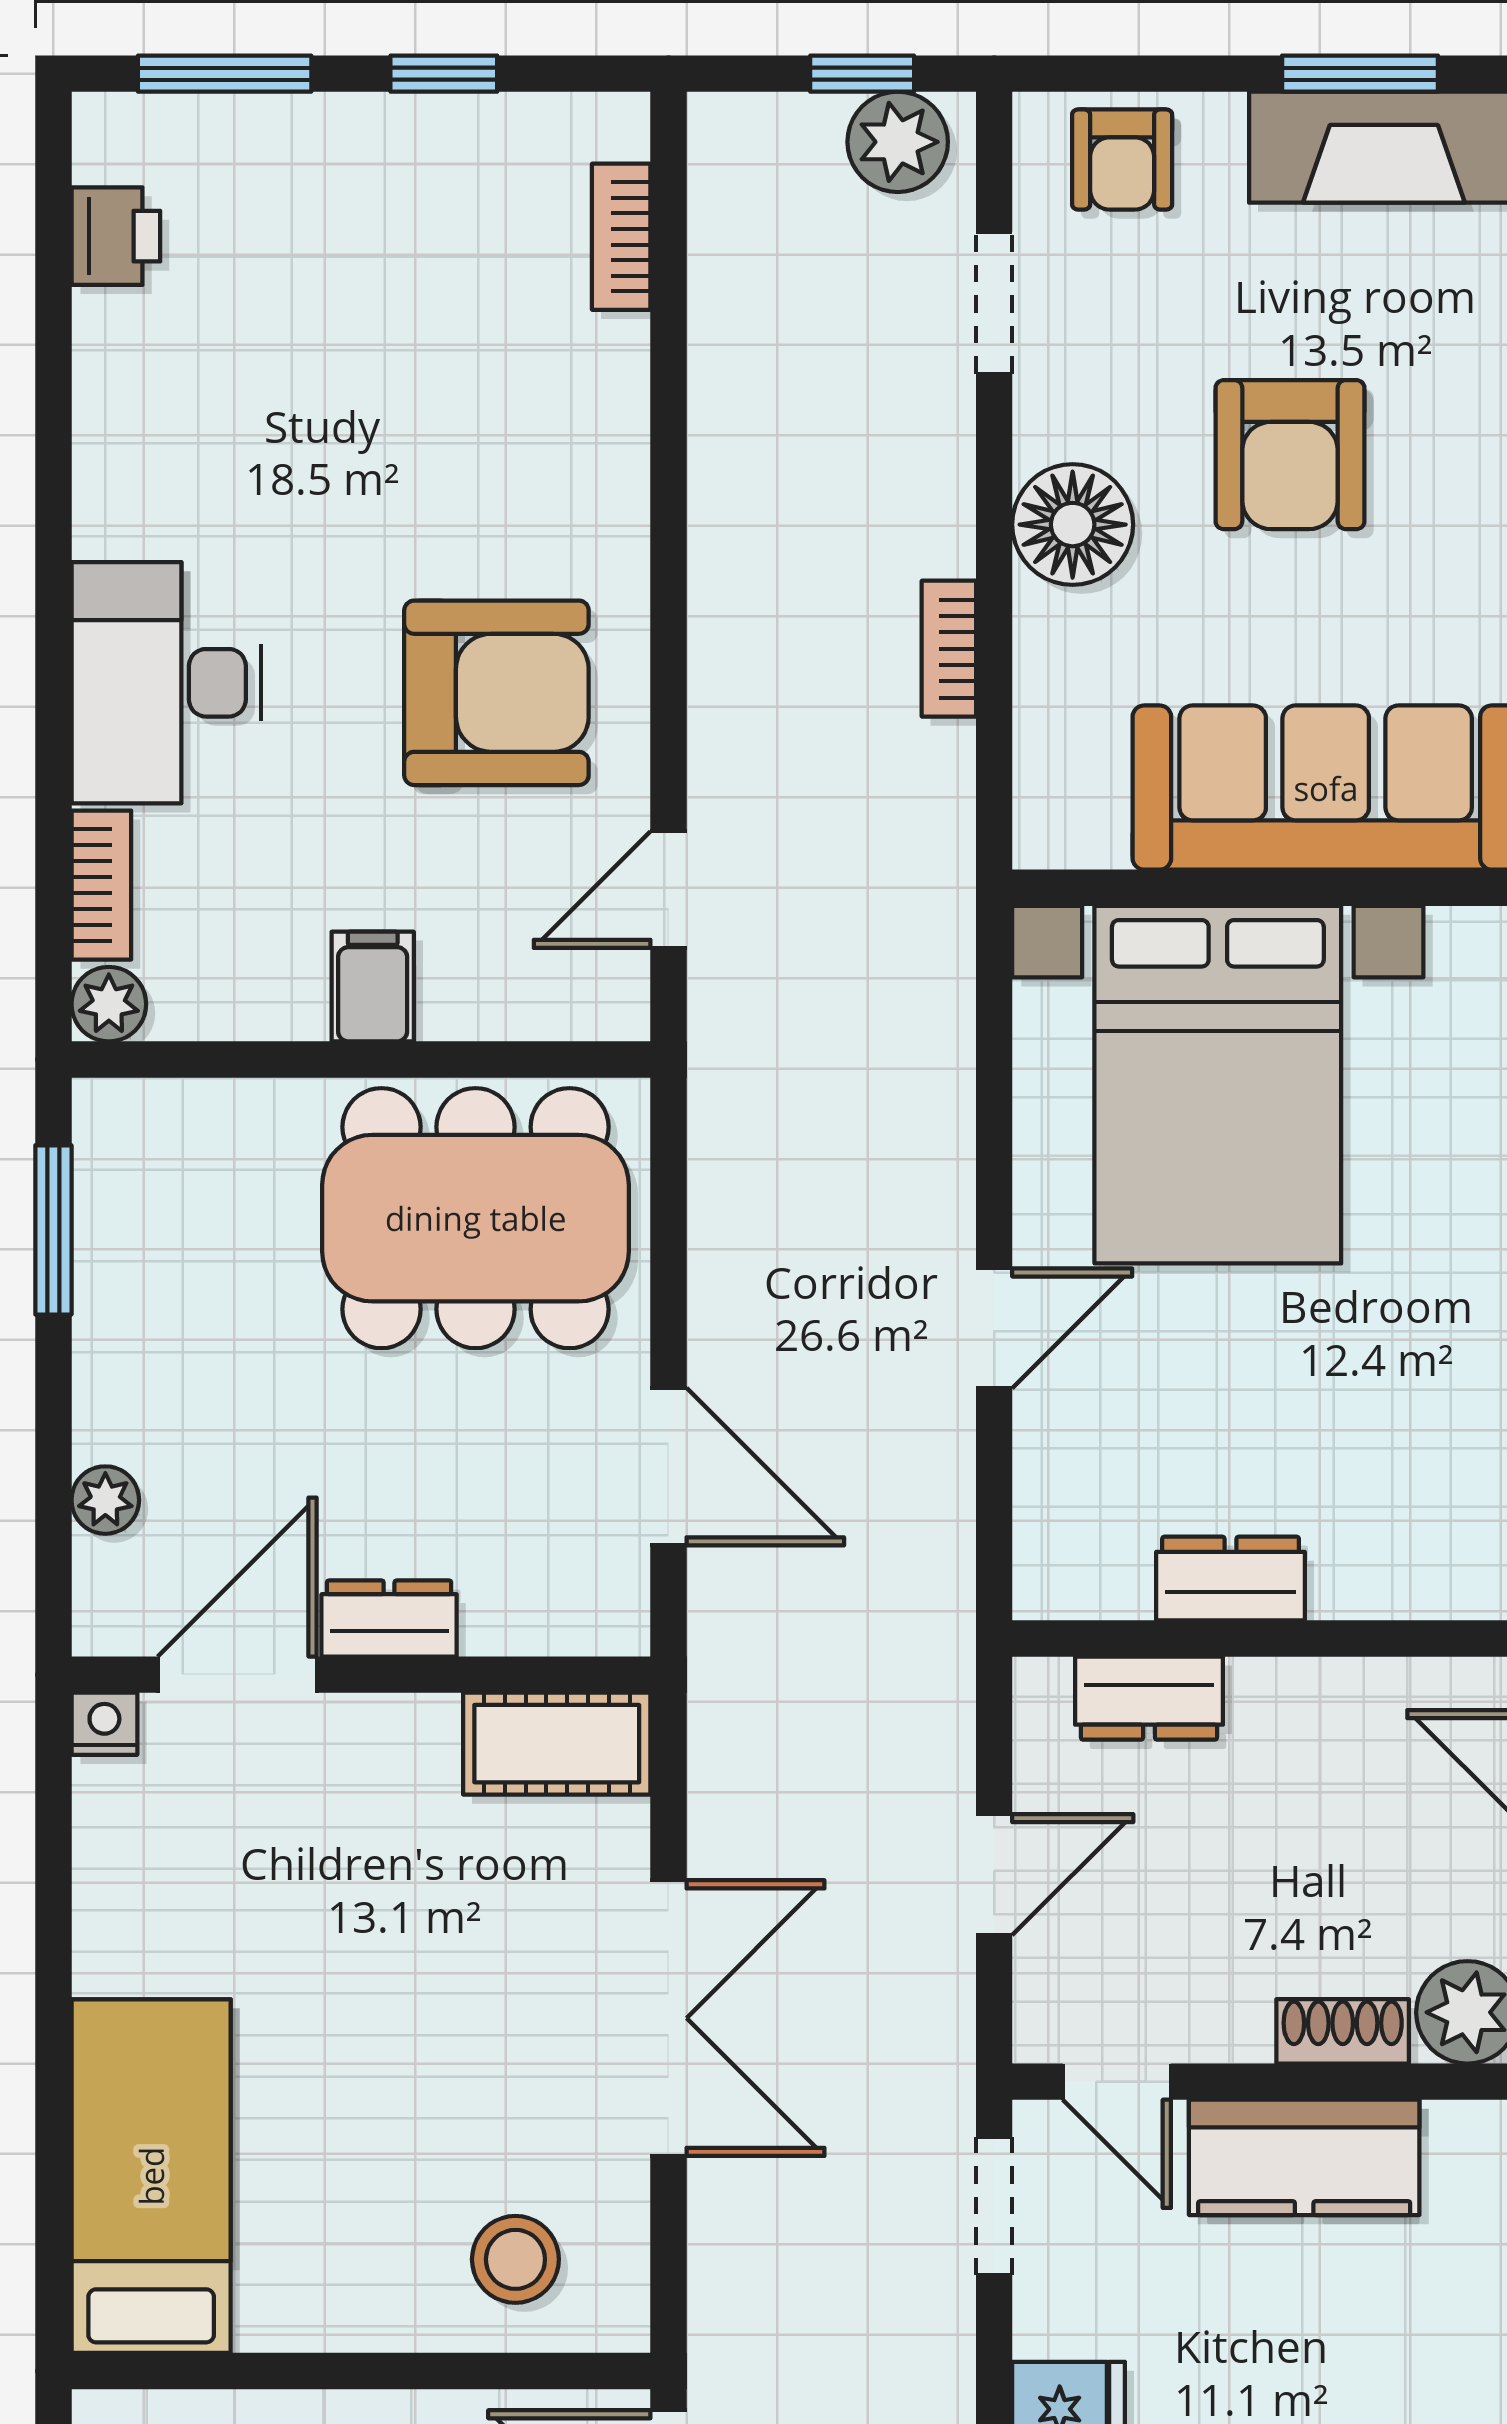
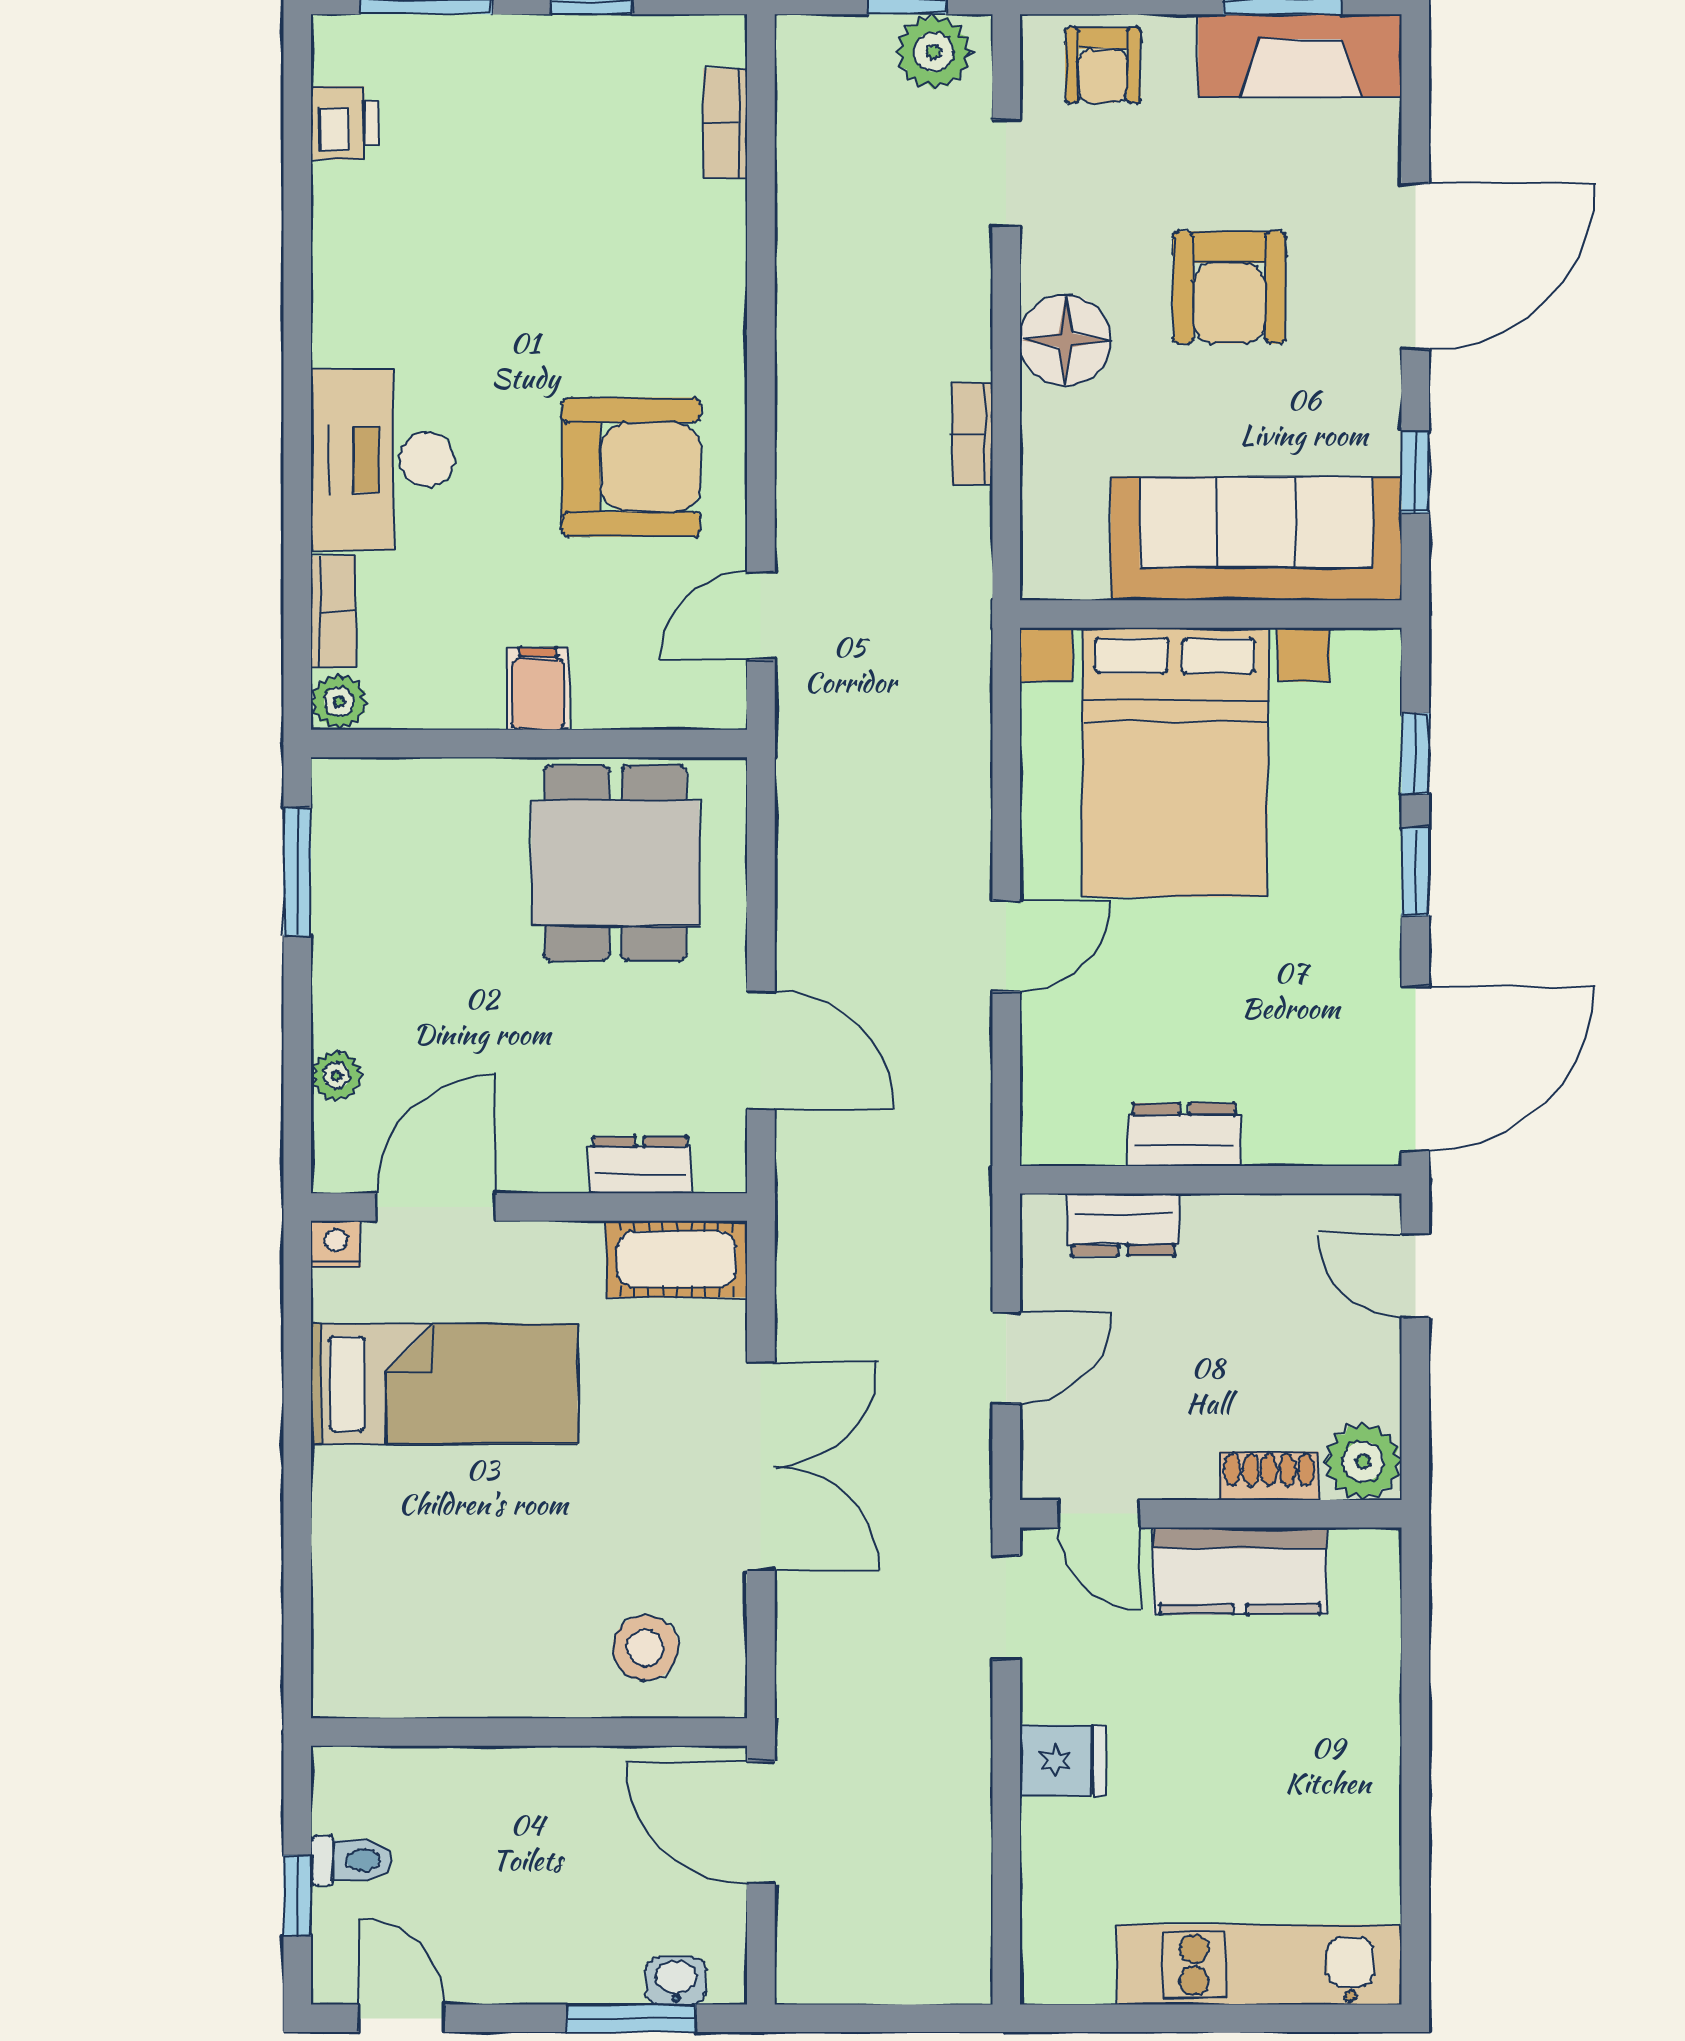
dining table: (476, 1218) -> (615, 863), width x0.73
dresser: (389, 1618) -> (640, 1165), moved
bed: (151, 2176) -> (444, 1384), moved, turned 90

